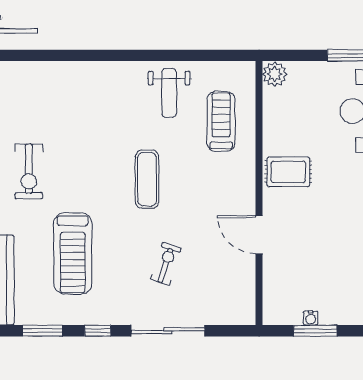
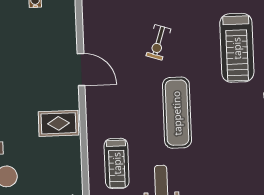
exercise mat: (147, 179) -> (177, 113), width x1.36, depth x1.45
treadmill: (73, 253) -> (237, 48), turned 180

